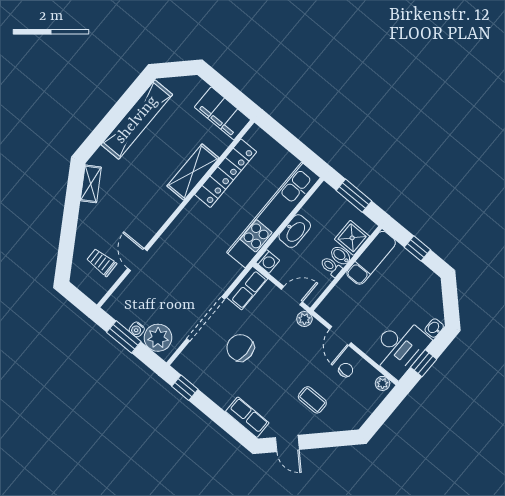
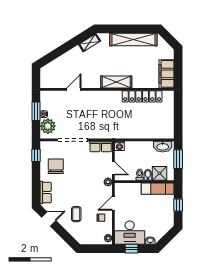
shelving: (193, 172) -> (116, 82), moved
kitchen unit: (273, 215) -> (141, 132), removed
washbasin: (295, 231) -> (163, 147), moved
trolley: (102, 262) -> (60, 75), removed
chair: (240, 348) -> (56, 166), moved
door: (287, 443) -> (49, 219), swing flipped

